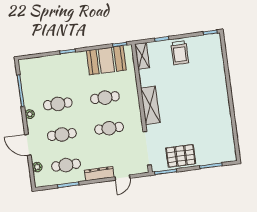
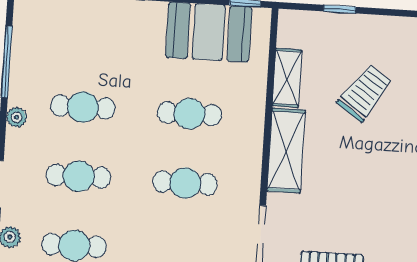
trolley: (180, 53) -> (365, 93), moved, turned -145
shelving: (142, 56) -> (287, 78), moved

